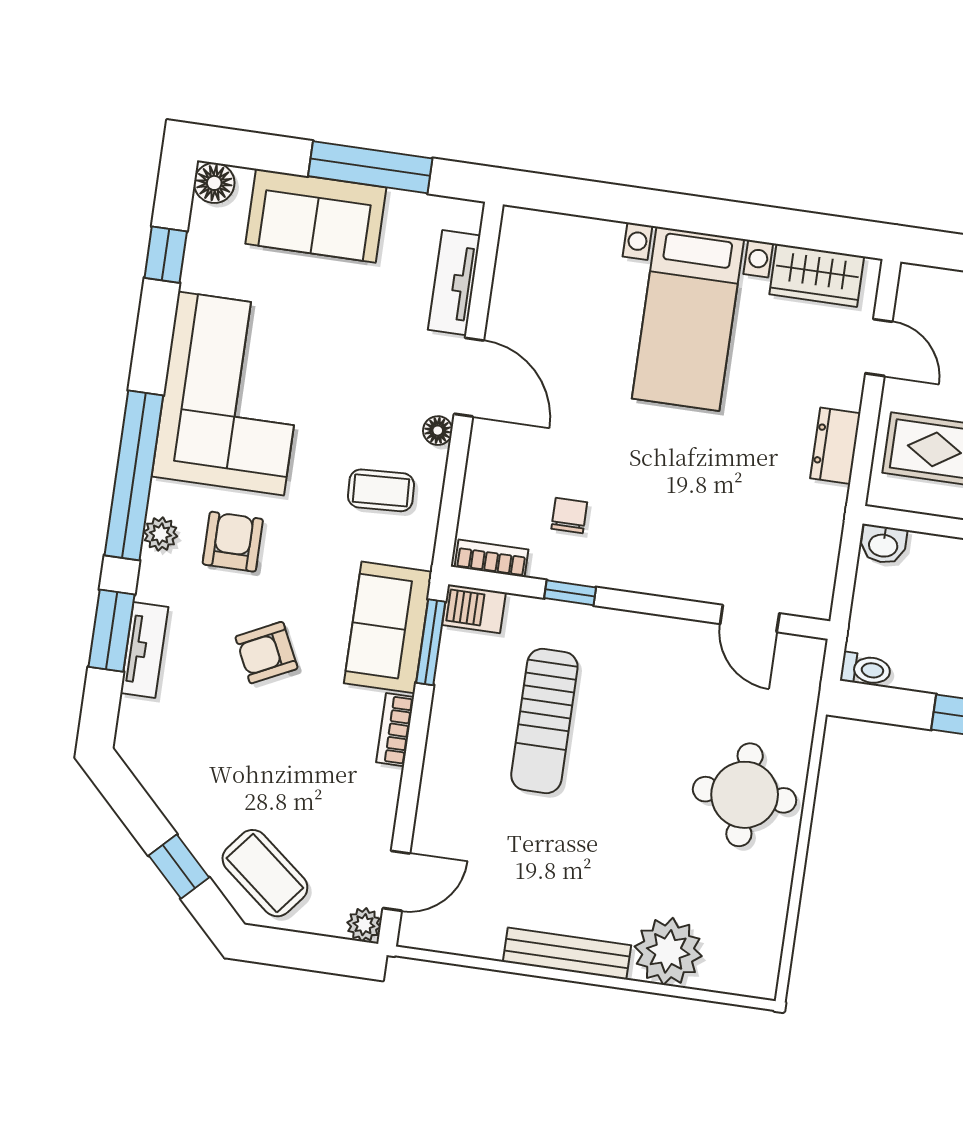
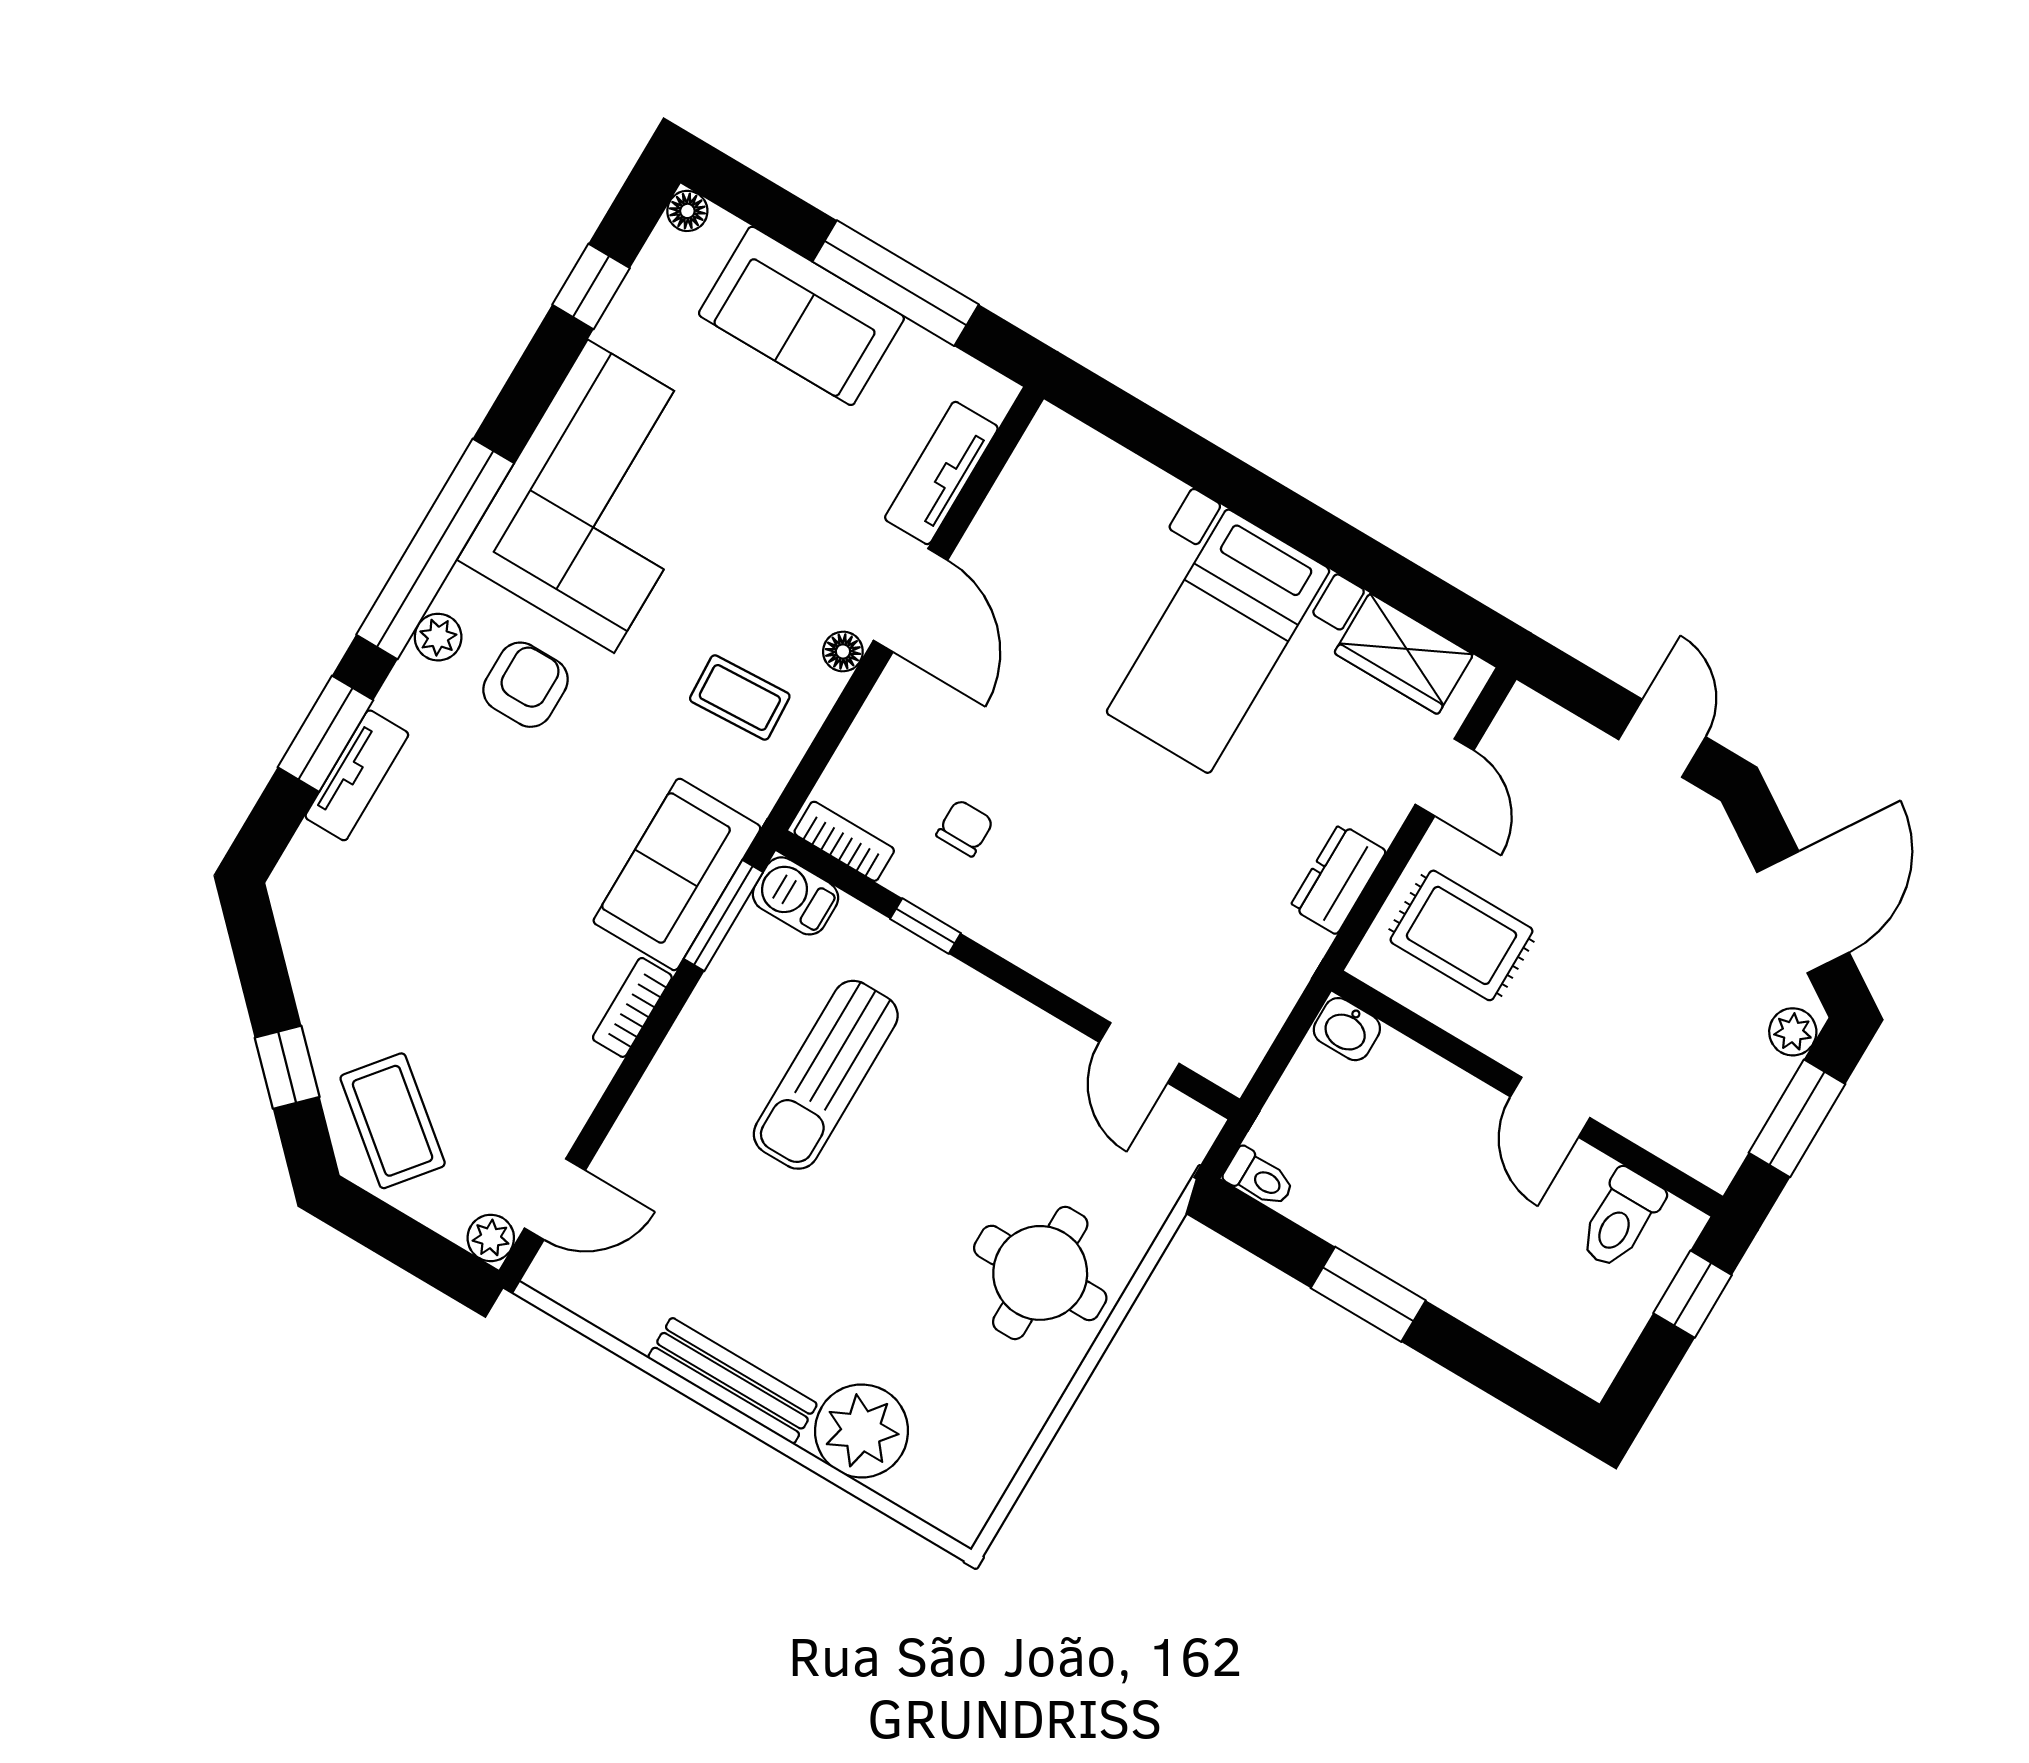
floor lamp: (214, 183) -> (687, 211), width x0.73, depth x0.73
armchair: (266, 653) -> (510, 843), removed

